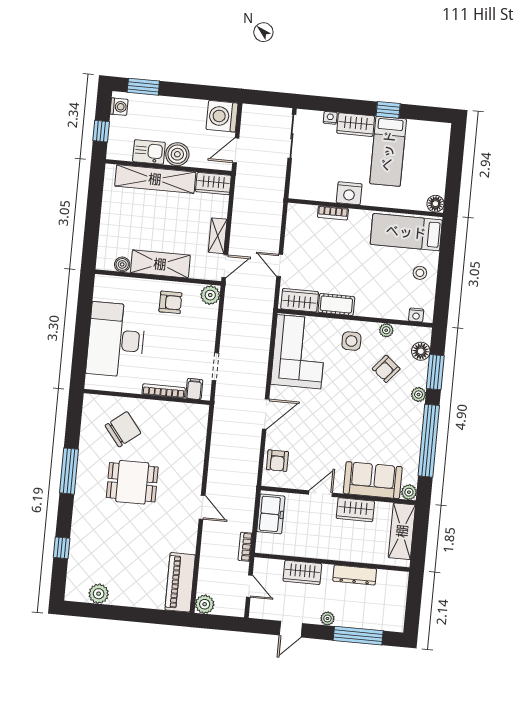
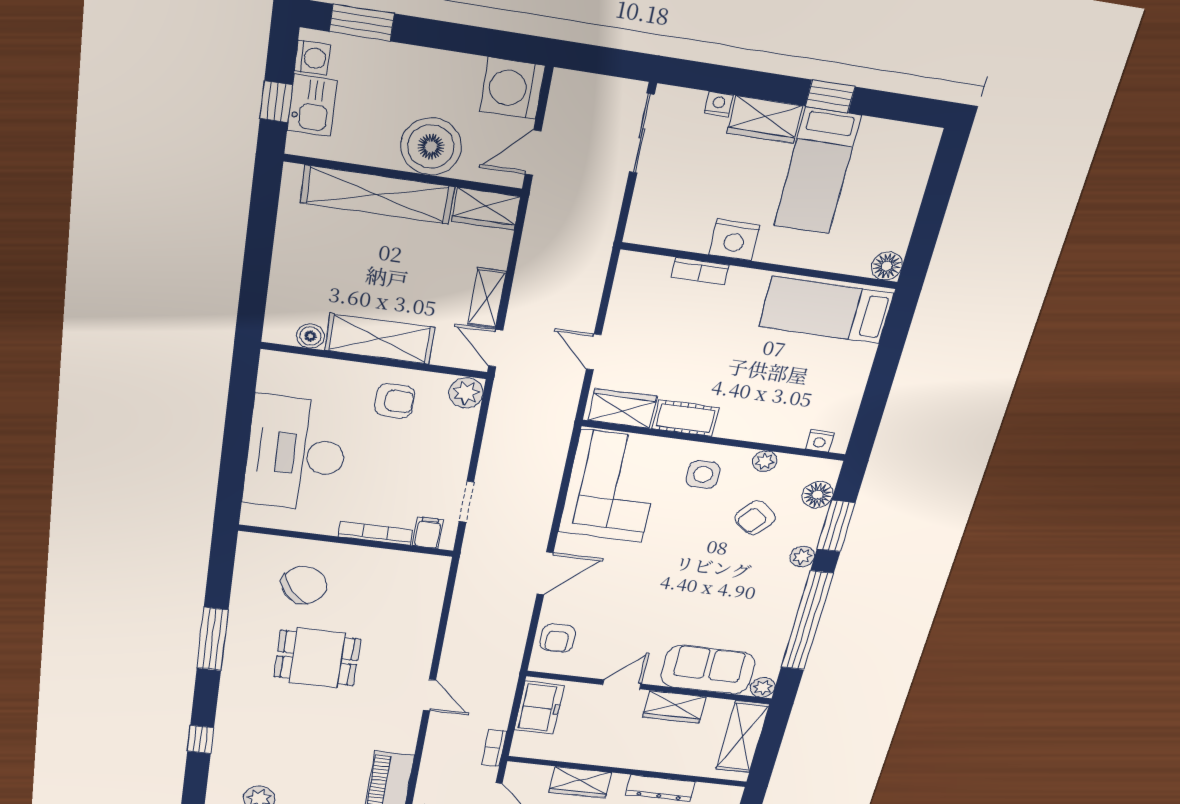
kitchen sink: (149, 152) -> (312, 106), moved, turned 90
boiler: (177, 154) -> (431, 147), width x1.37, depth x1.37
door: (225, 266) -> (496, 348), swing flipped
stool: (420, 273) -> (838, 376), removed

